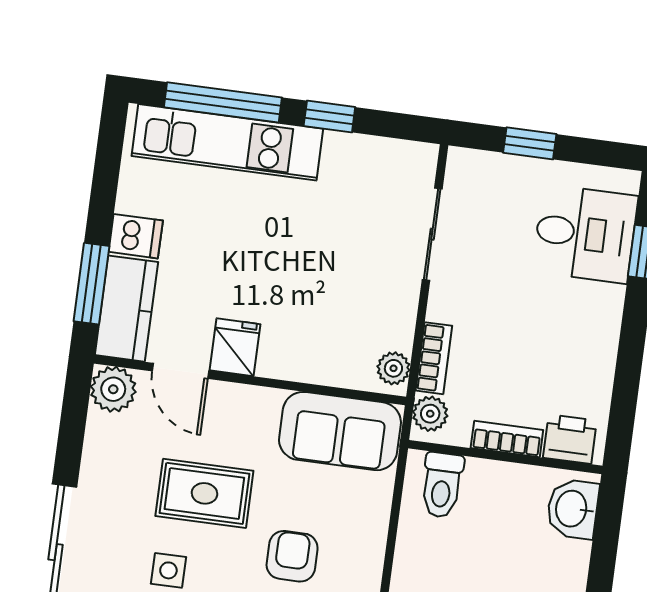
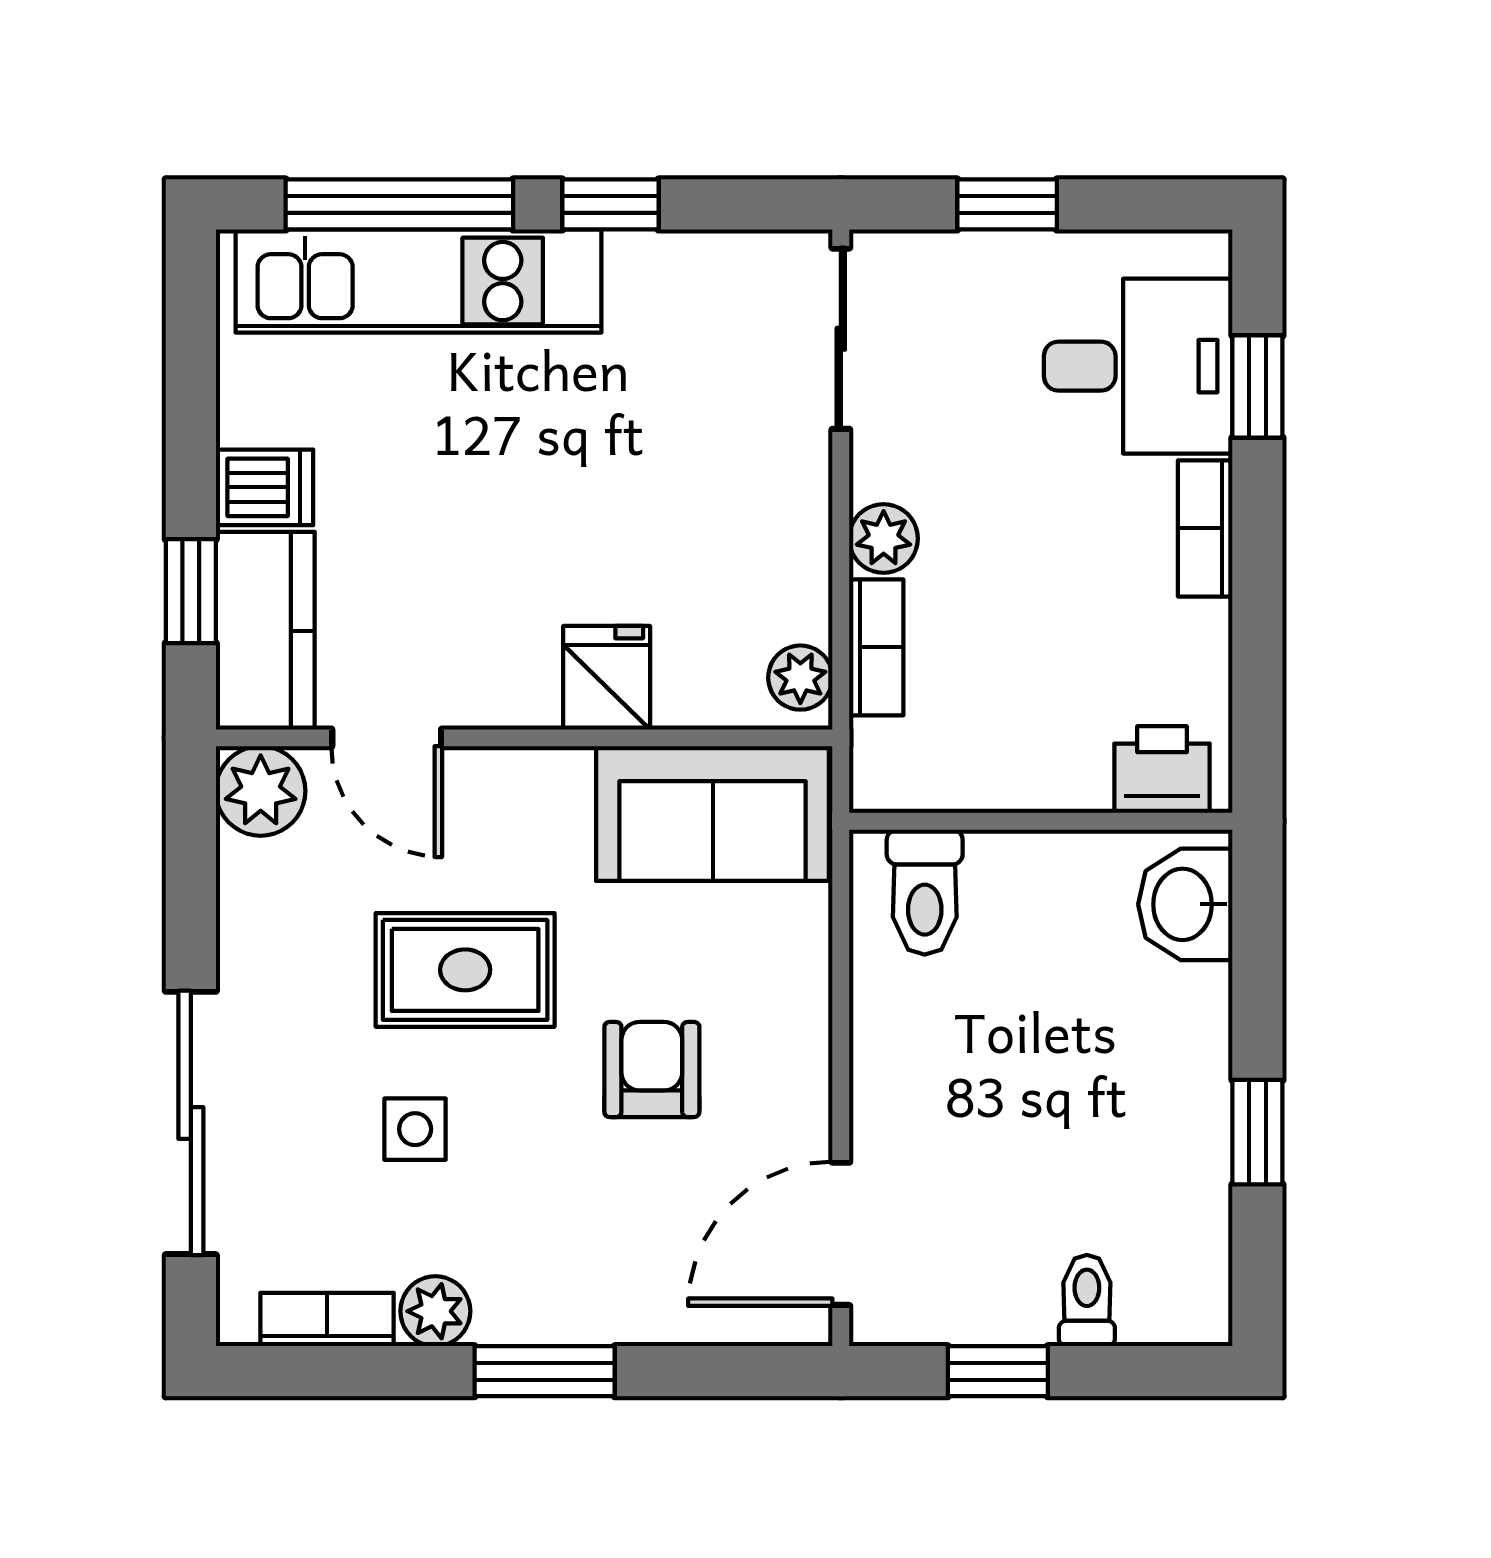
sliding door: (432, 234) -> (841, 339), moved
window: (91, 284) -> (191, 591), width x0.67
fridge: (235, 347) -> (607, 678), moved
plant: (430, 414) -> (884, 538), moved
bookcase: (507, 439) -> (1205, 528), moved, turned -90

